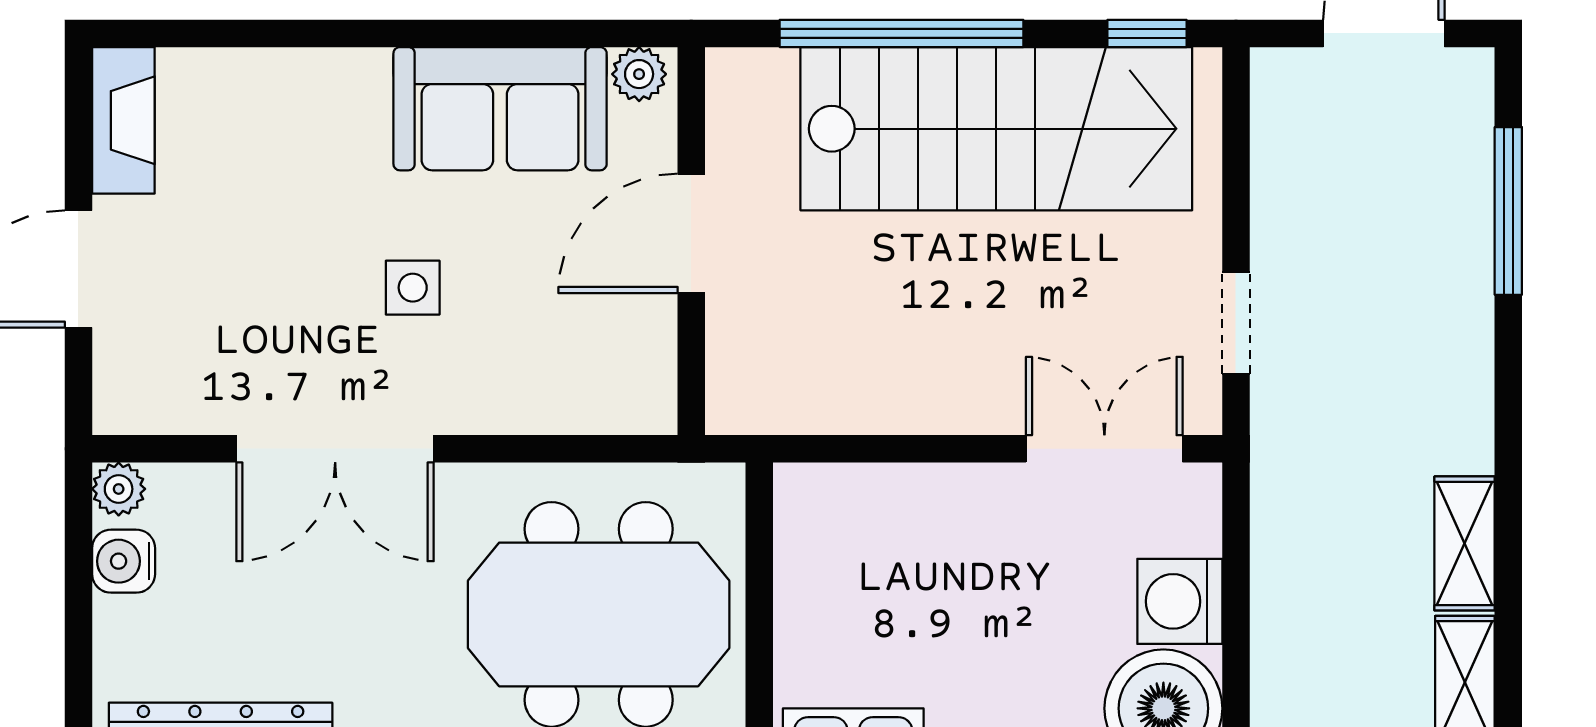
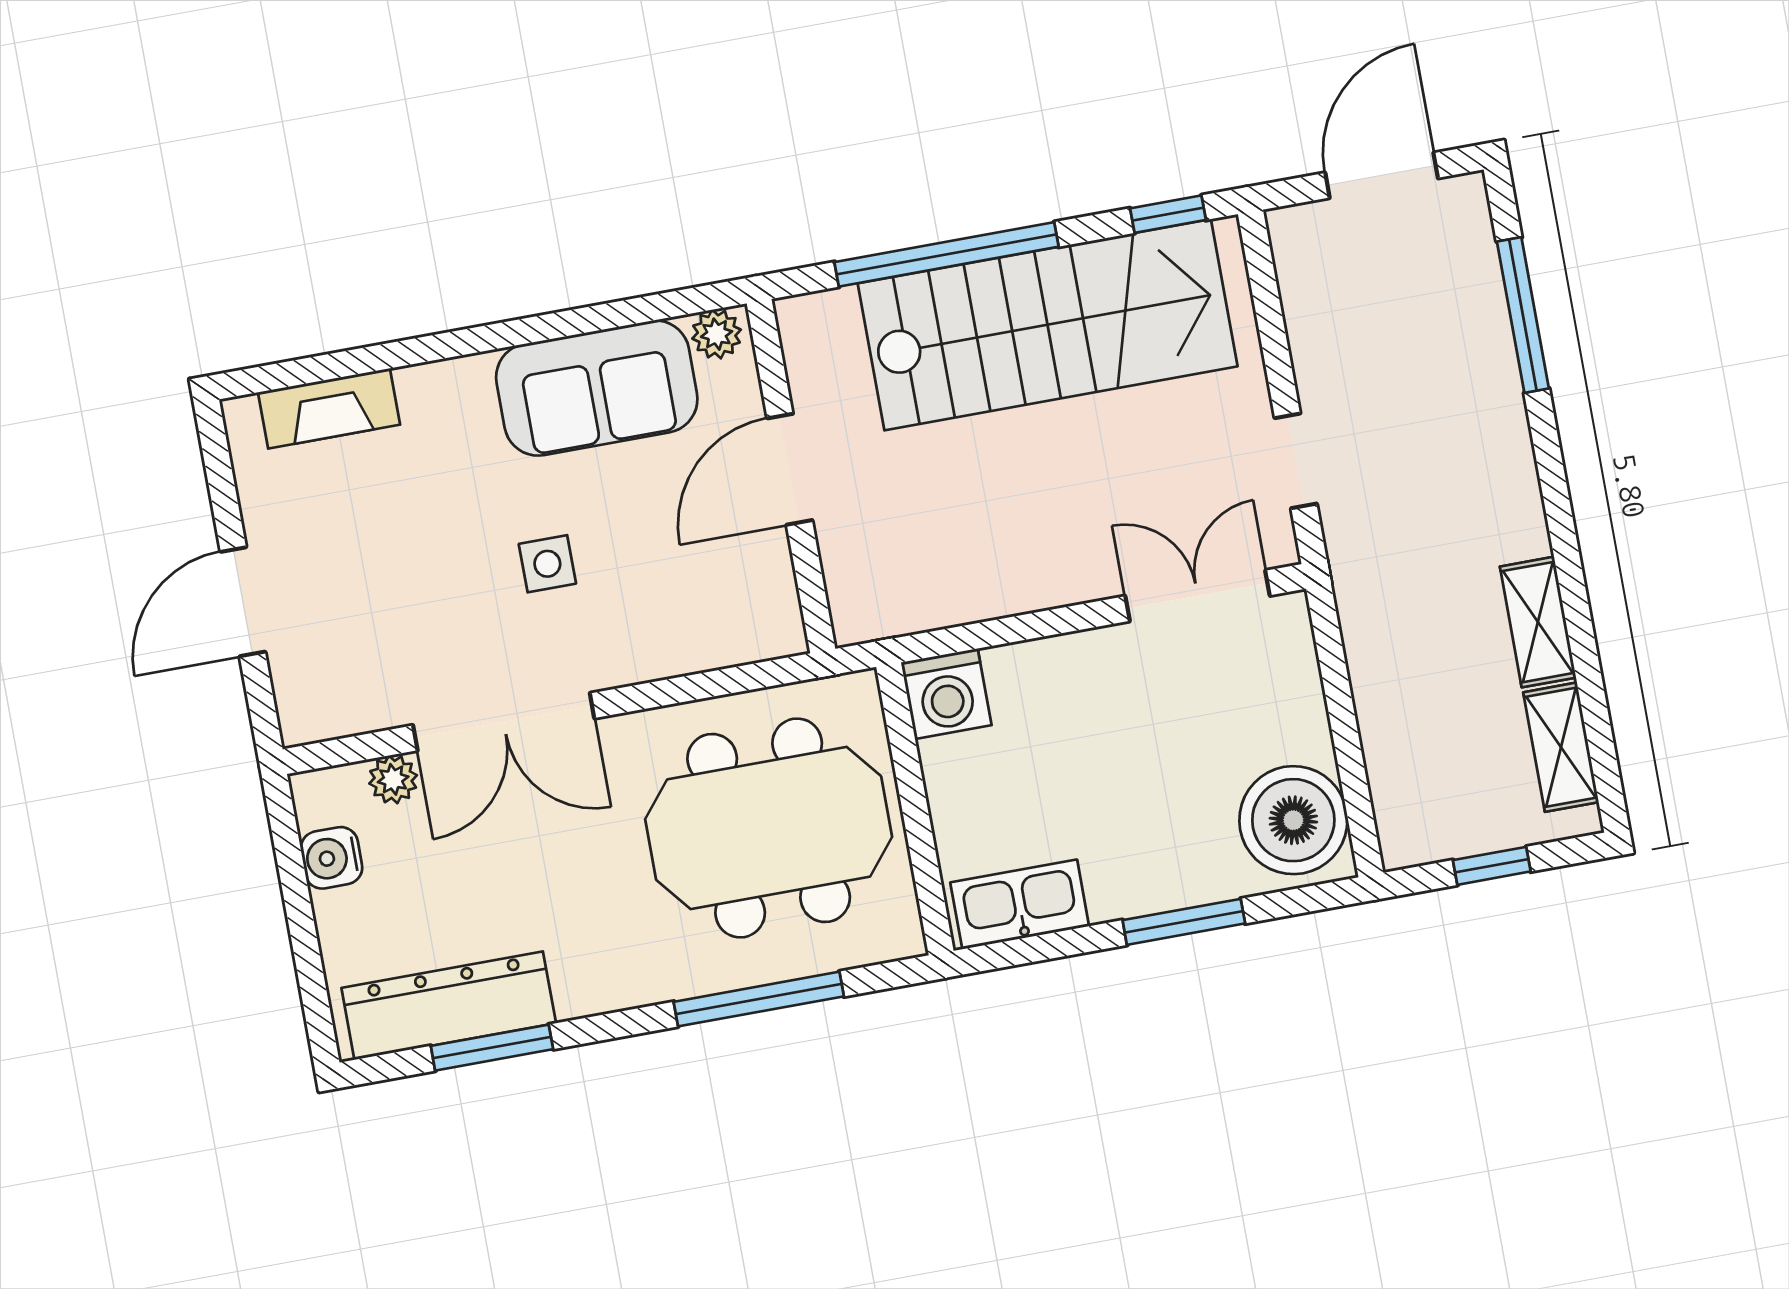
fireplace: (123, 120) -> (329, 408), moved, turned 90
plant: (119, 489) -> (393, 779), moved
washing machine: (1180, 601) -> (946, 694), moved, turned -90

